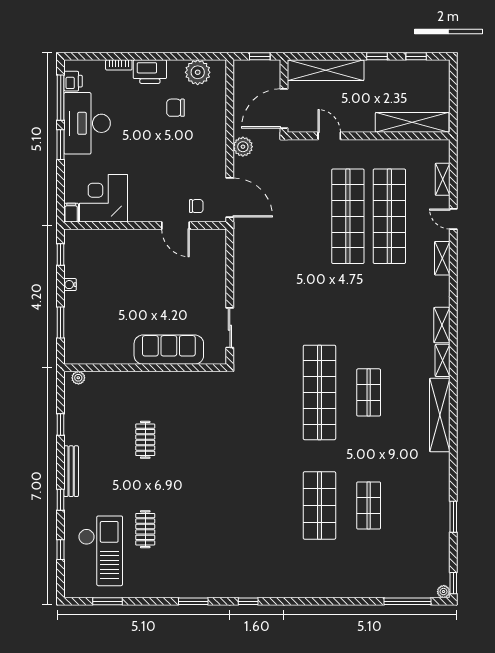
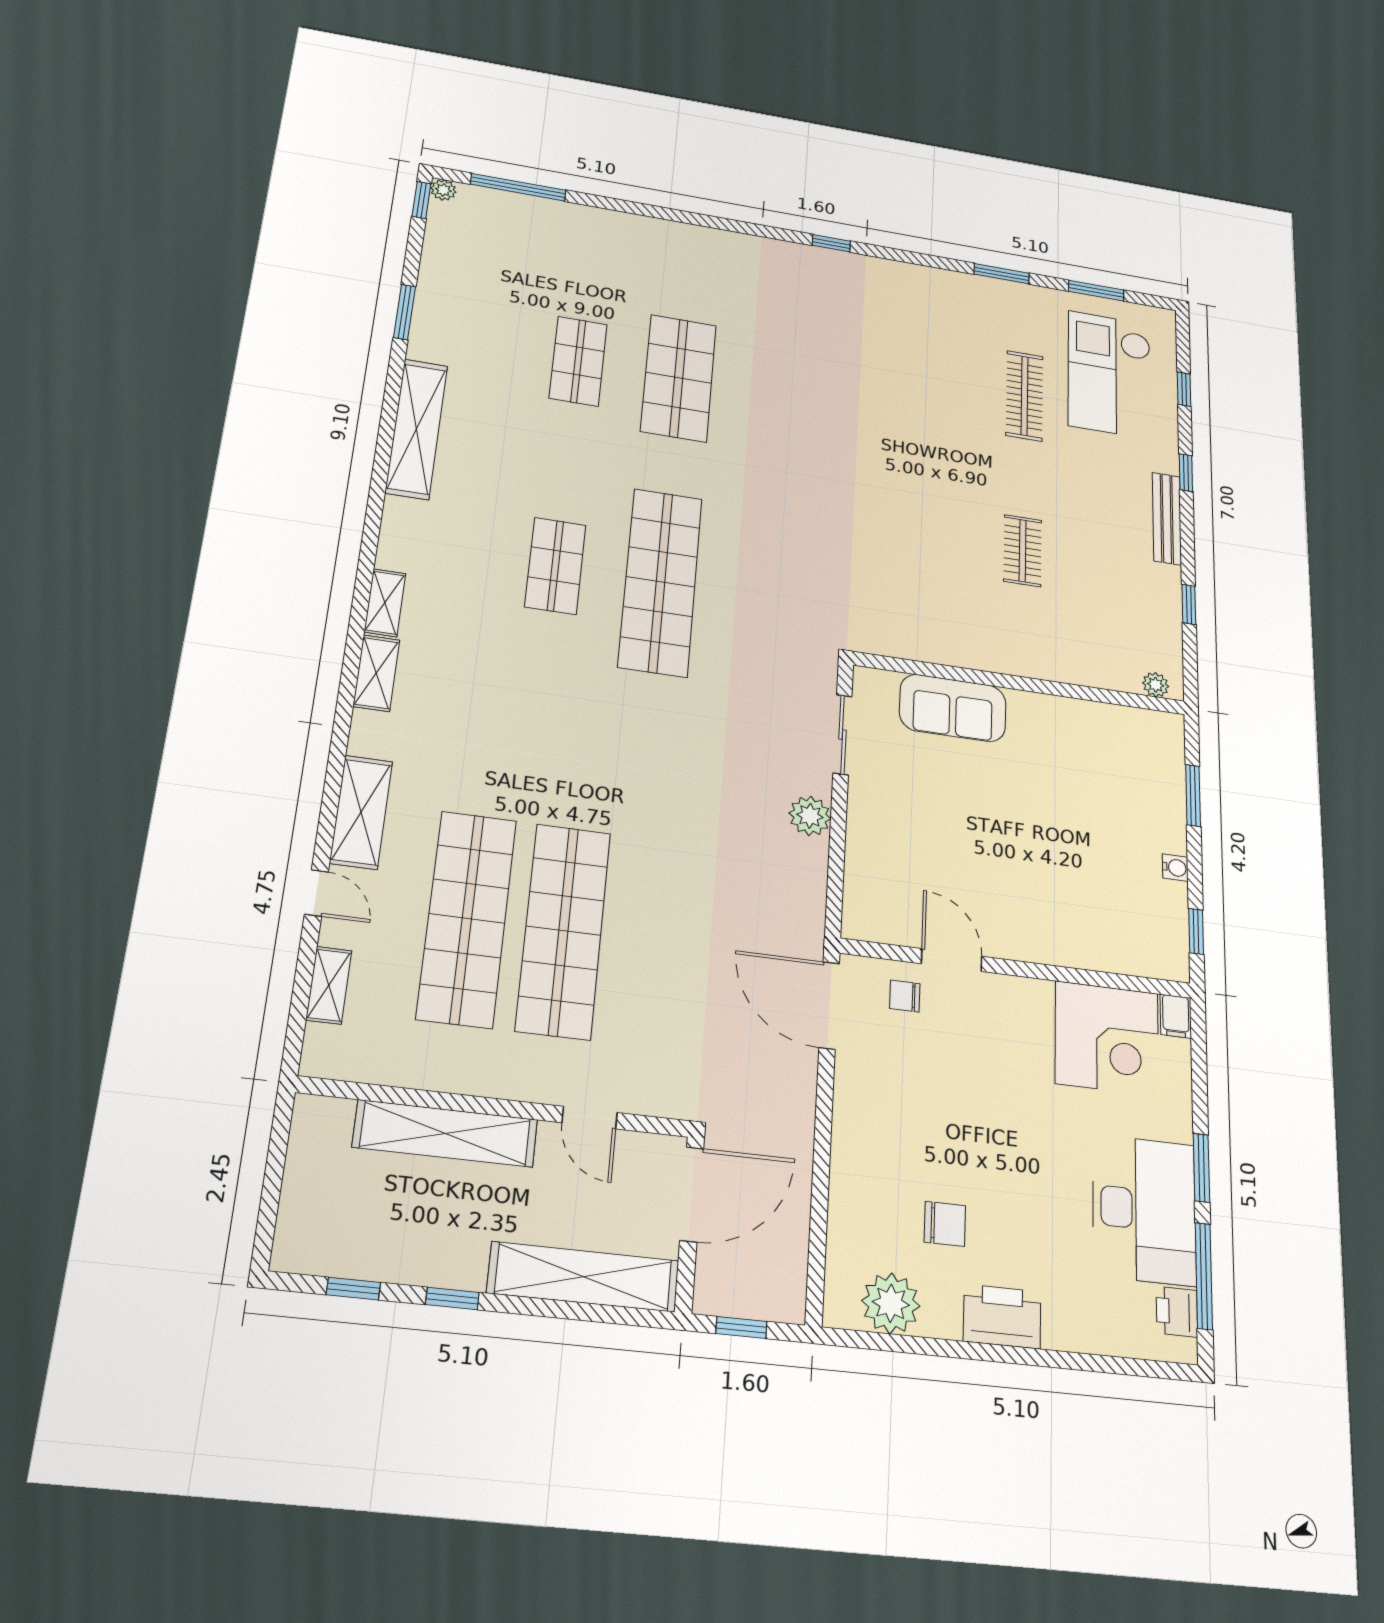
bookcase: (119, 65) -> (1073, 1340), removed
shelving: (412, 122) -> (445, 1133), moved
plant: (243, 147) -> (810, 816), moved
shelving: (442, 258) -> (361, 812), width x1.50, depth x1.33
sofa: (169, 350) -> (953, 708), width x0.73
shelving: (440, 415) -> (417, 429), moved
clothes rail: (145, 529) -> (1025, 396), width x1.36
window: (193, 601) -> (1002, 274), moved

